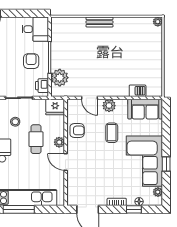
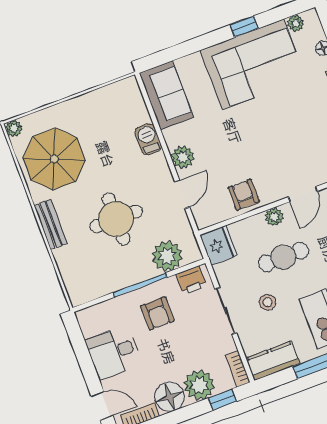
desk: (35, 29) -> (114, 352), moved, turned -90
parasol: (134, 37) -> (54, 159), added
round table: (89, 58) -> (116, 219), added
armchair: (31, 61) -> (157, 313), turned -90
barbecue: (138, 91) -> (148, 139), moved
coffee table: (112, 133) -> (226, 136), removed

